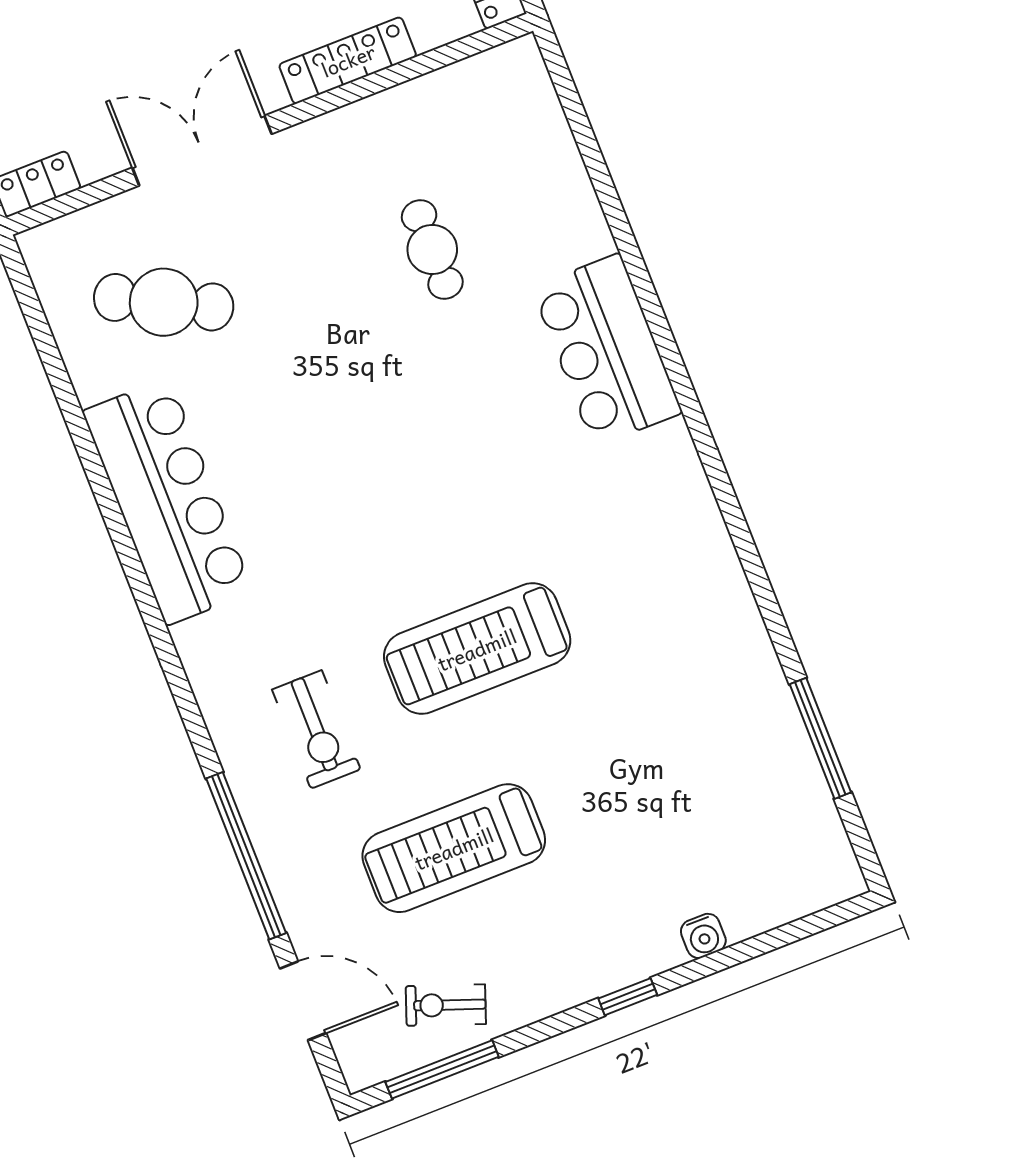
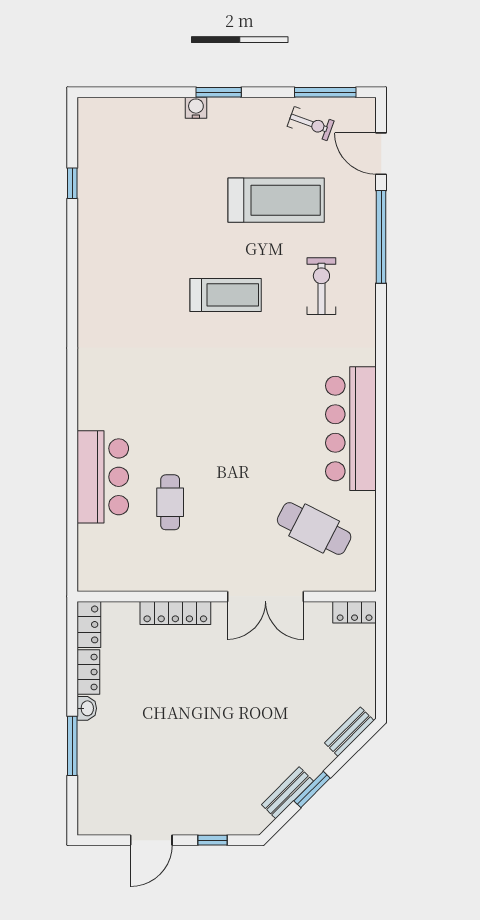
bar counter: (607, 350) -> (103, 477), moved
treadmill: (477, 649) -> (226, 295), width x0.73, depth x0.73
window: (820, 738) -> (72, 183), width x0.46
water cooler: (703, 936) -> (196, 108), moved
window: (628, 997) -> (219, 92), width x1.50

